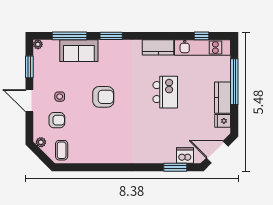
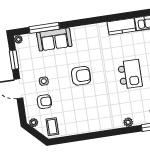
window: (111, 36) -> (80, 23), removed
kitchen island: (165, 92) -> (130, 74), moved
plant: (149, 158) -> (128, 122), added

